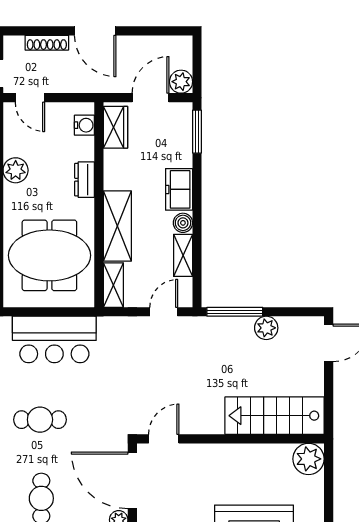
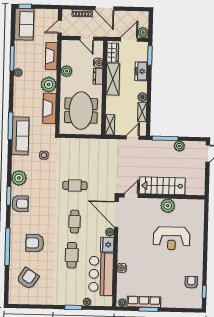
door: (30, 98) -> (87, 38), moved
water cooler: (84, 125) -> (98, 63), moved
freezer: (179, 189) -> (141, 71), moved
shelving: (117, 226) -> (113, 79), moved
meeting table: (49, 255) -> (81, 110), turned 90
bar counter: (54, 339) -> (82, 149), removed
stairs: (275, 416) -> (162, 186), moved
plant: (308, 459) -> (168, 206), moved

